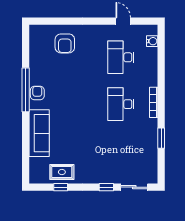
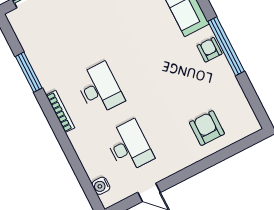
armchair: (37, 93) -> (210, 50), turned 180
window: (161, 138) -> (29, 72), width x1.44

